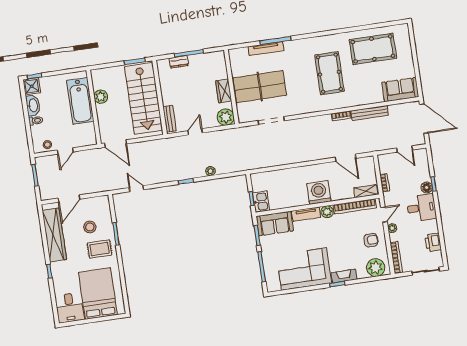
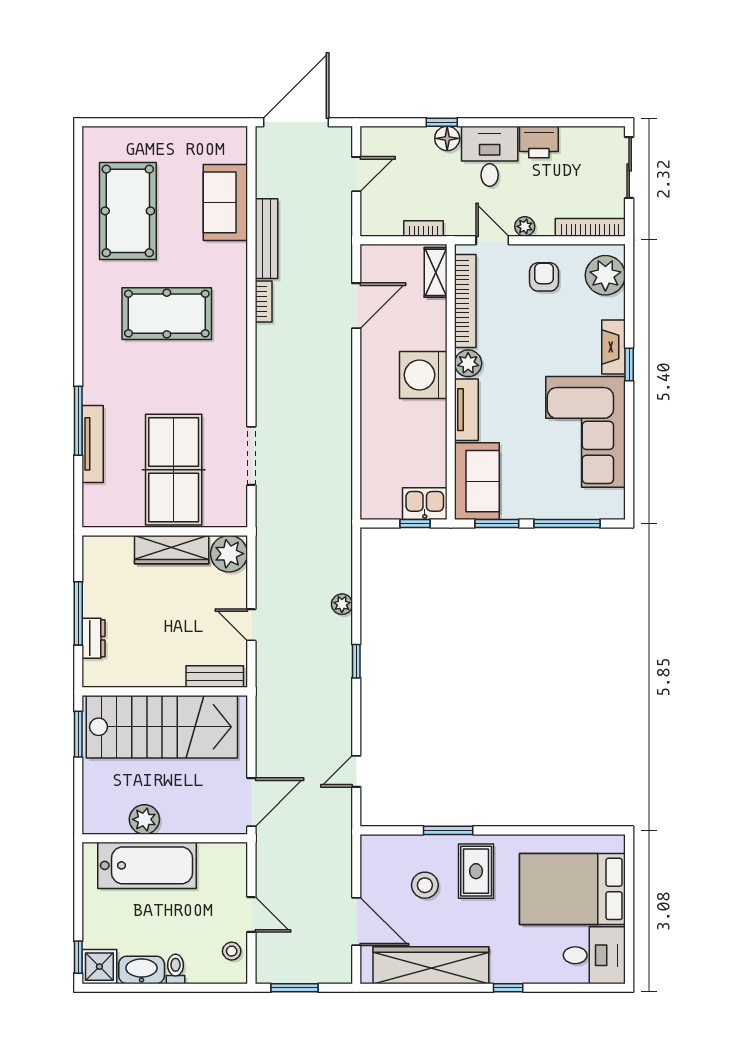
sofa: (400, 90) -> (225, 202), moved
wardrobe: (224, 91) -> (172, 550), width x1.50
printer: (433, 242) -> (539, 142), moved

